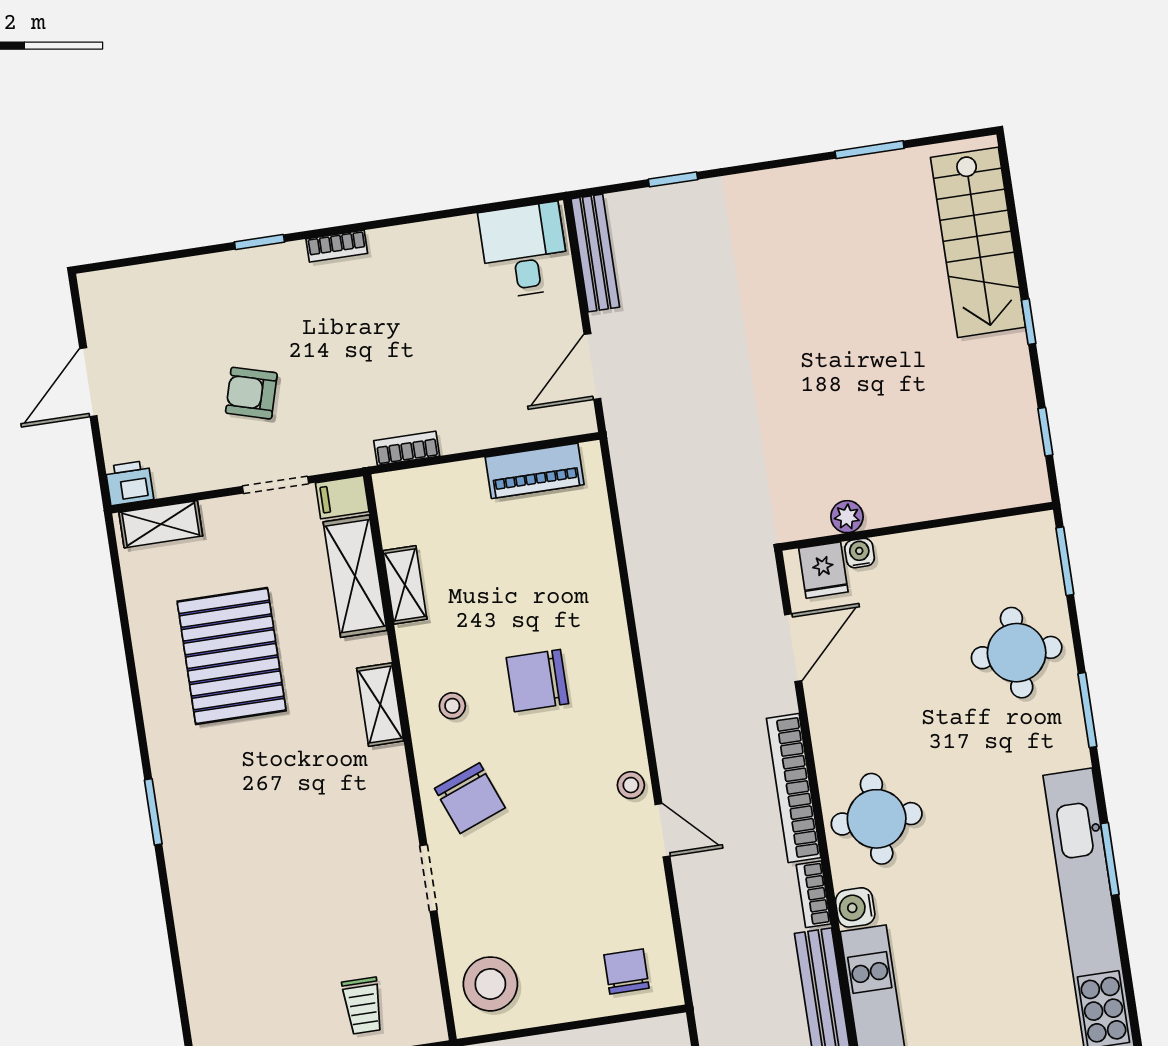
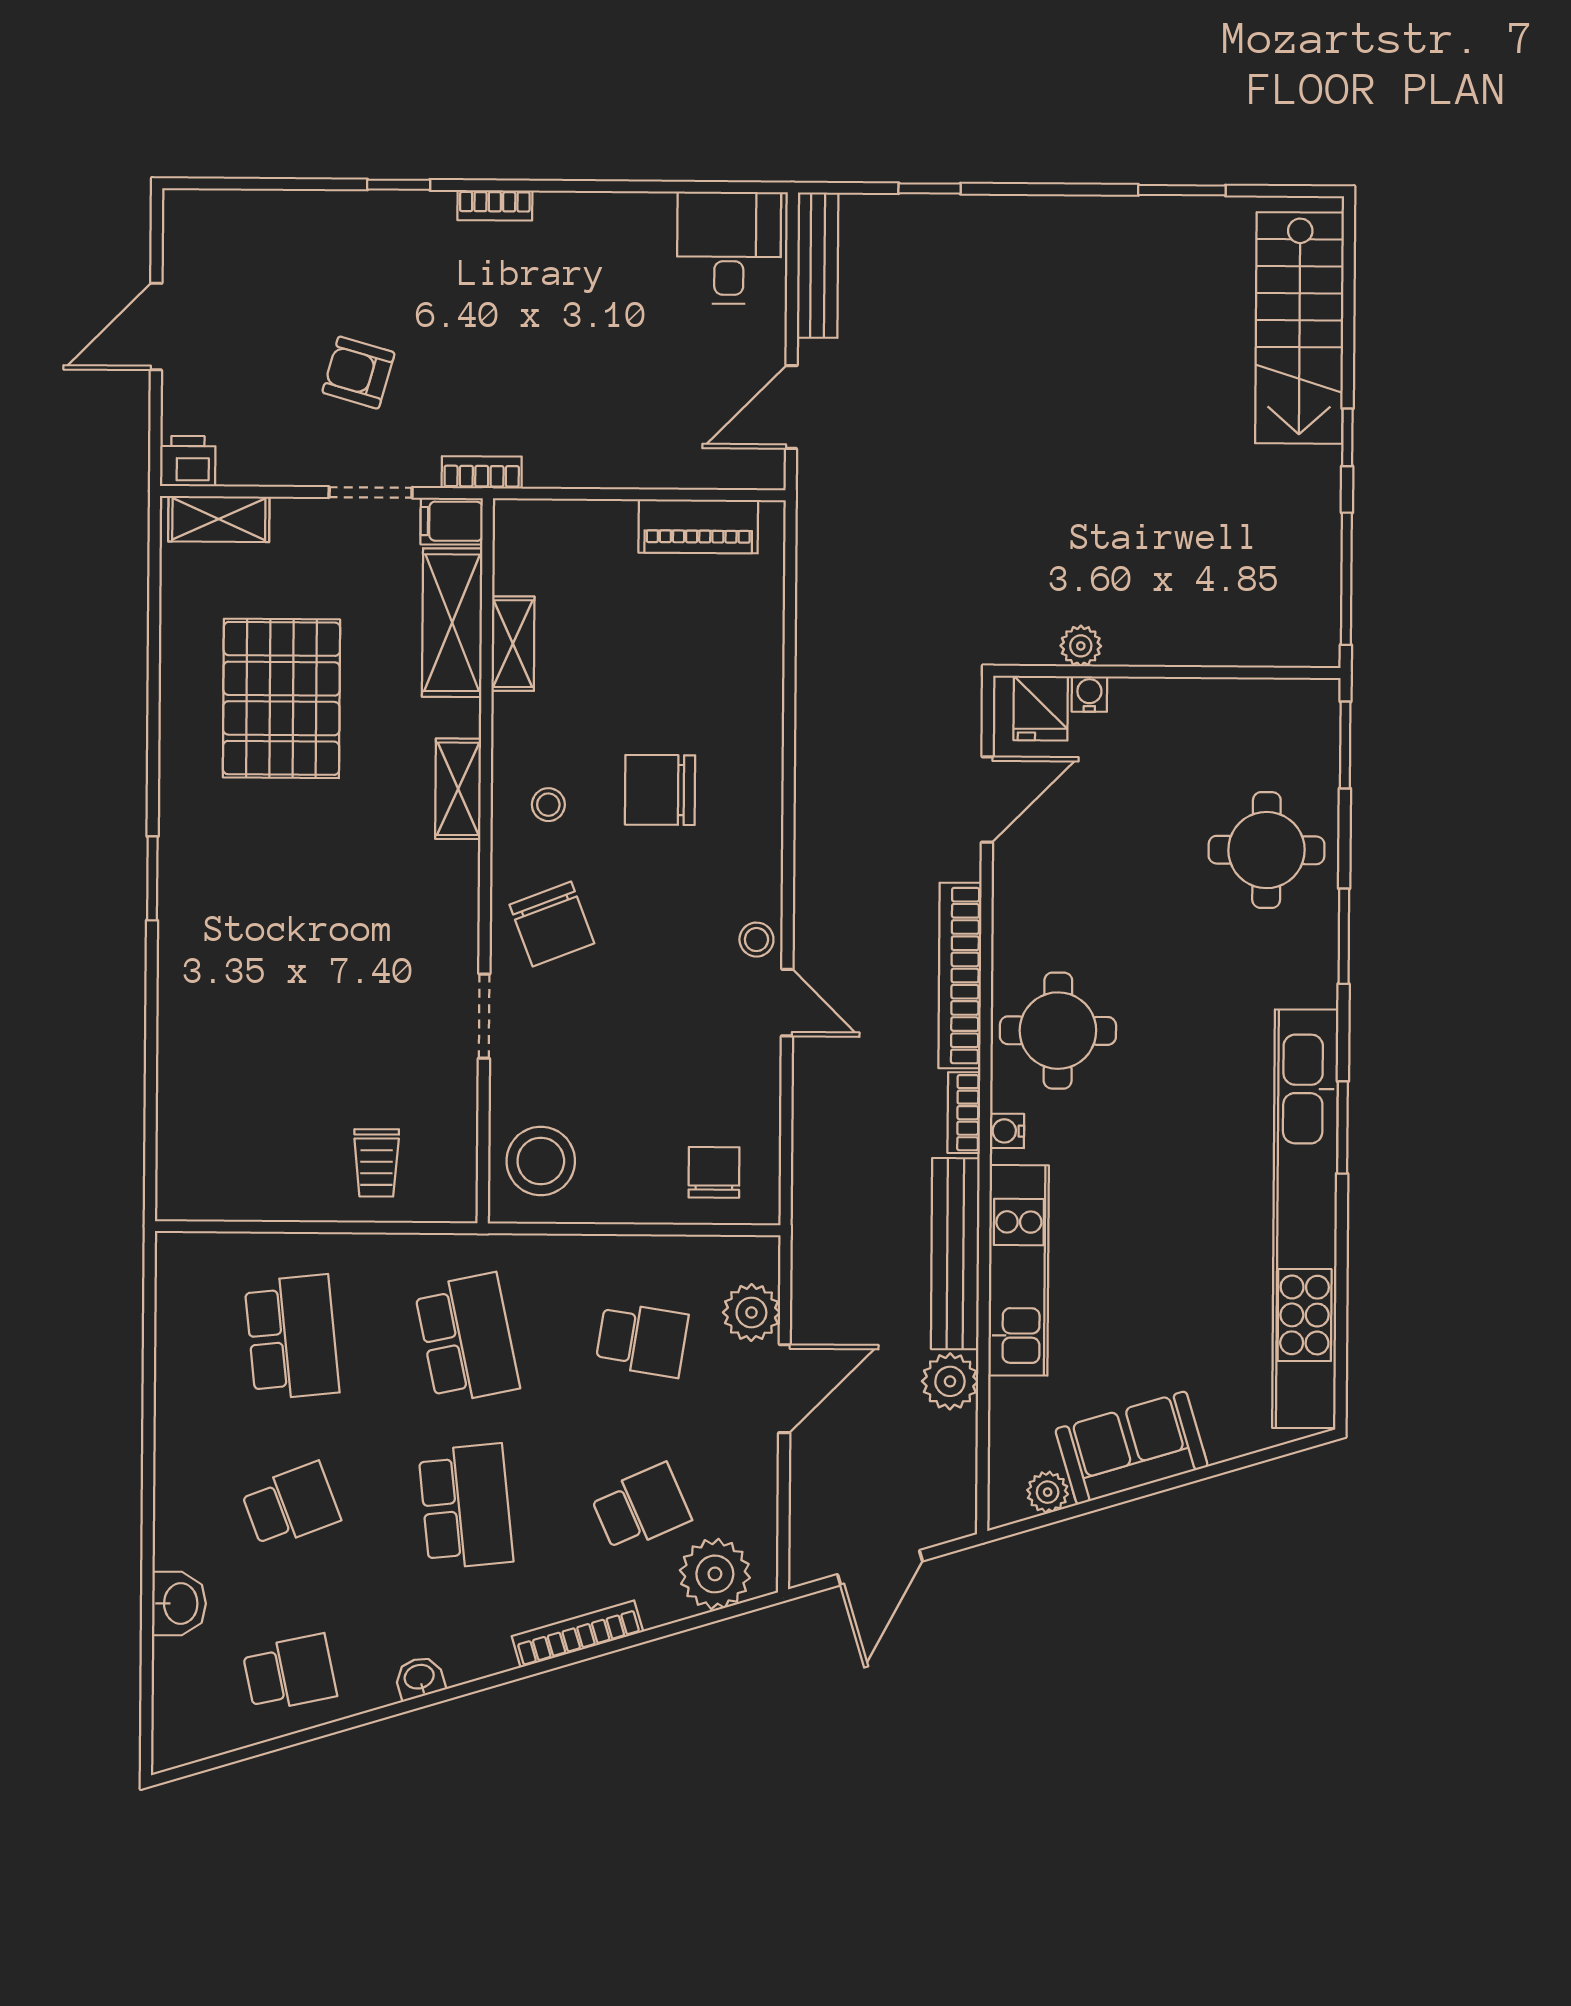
window: (1045, 432) -> (1346, 579), width x2.17
bookcase: (407, 448) -> (482, 472), moved
water cooler: (855, 907) -> (1007, 1131), width x0.72, depth x0.72

